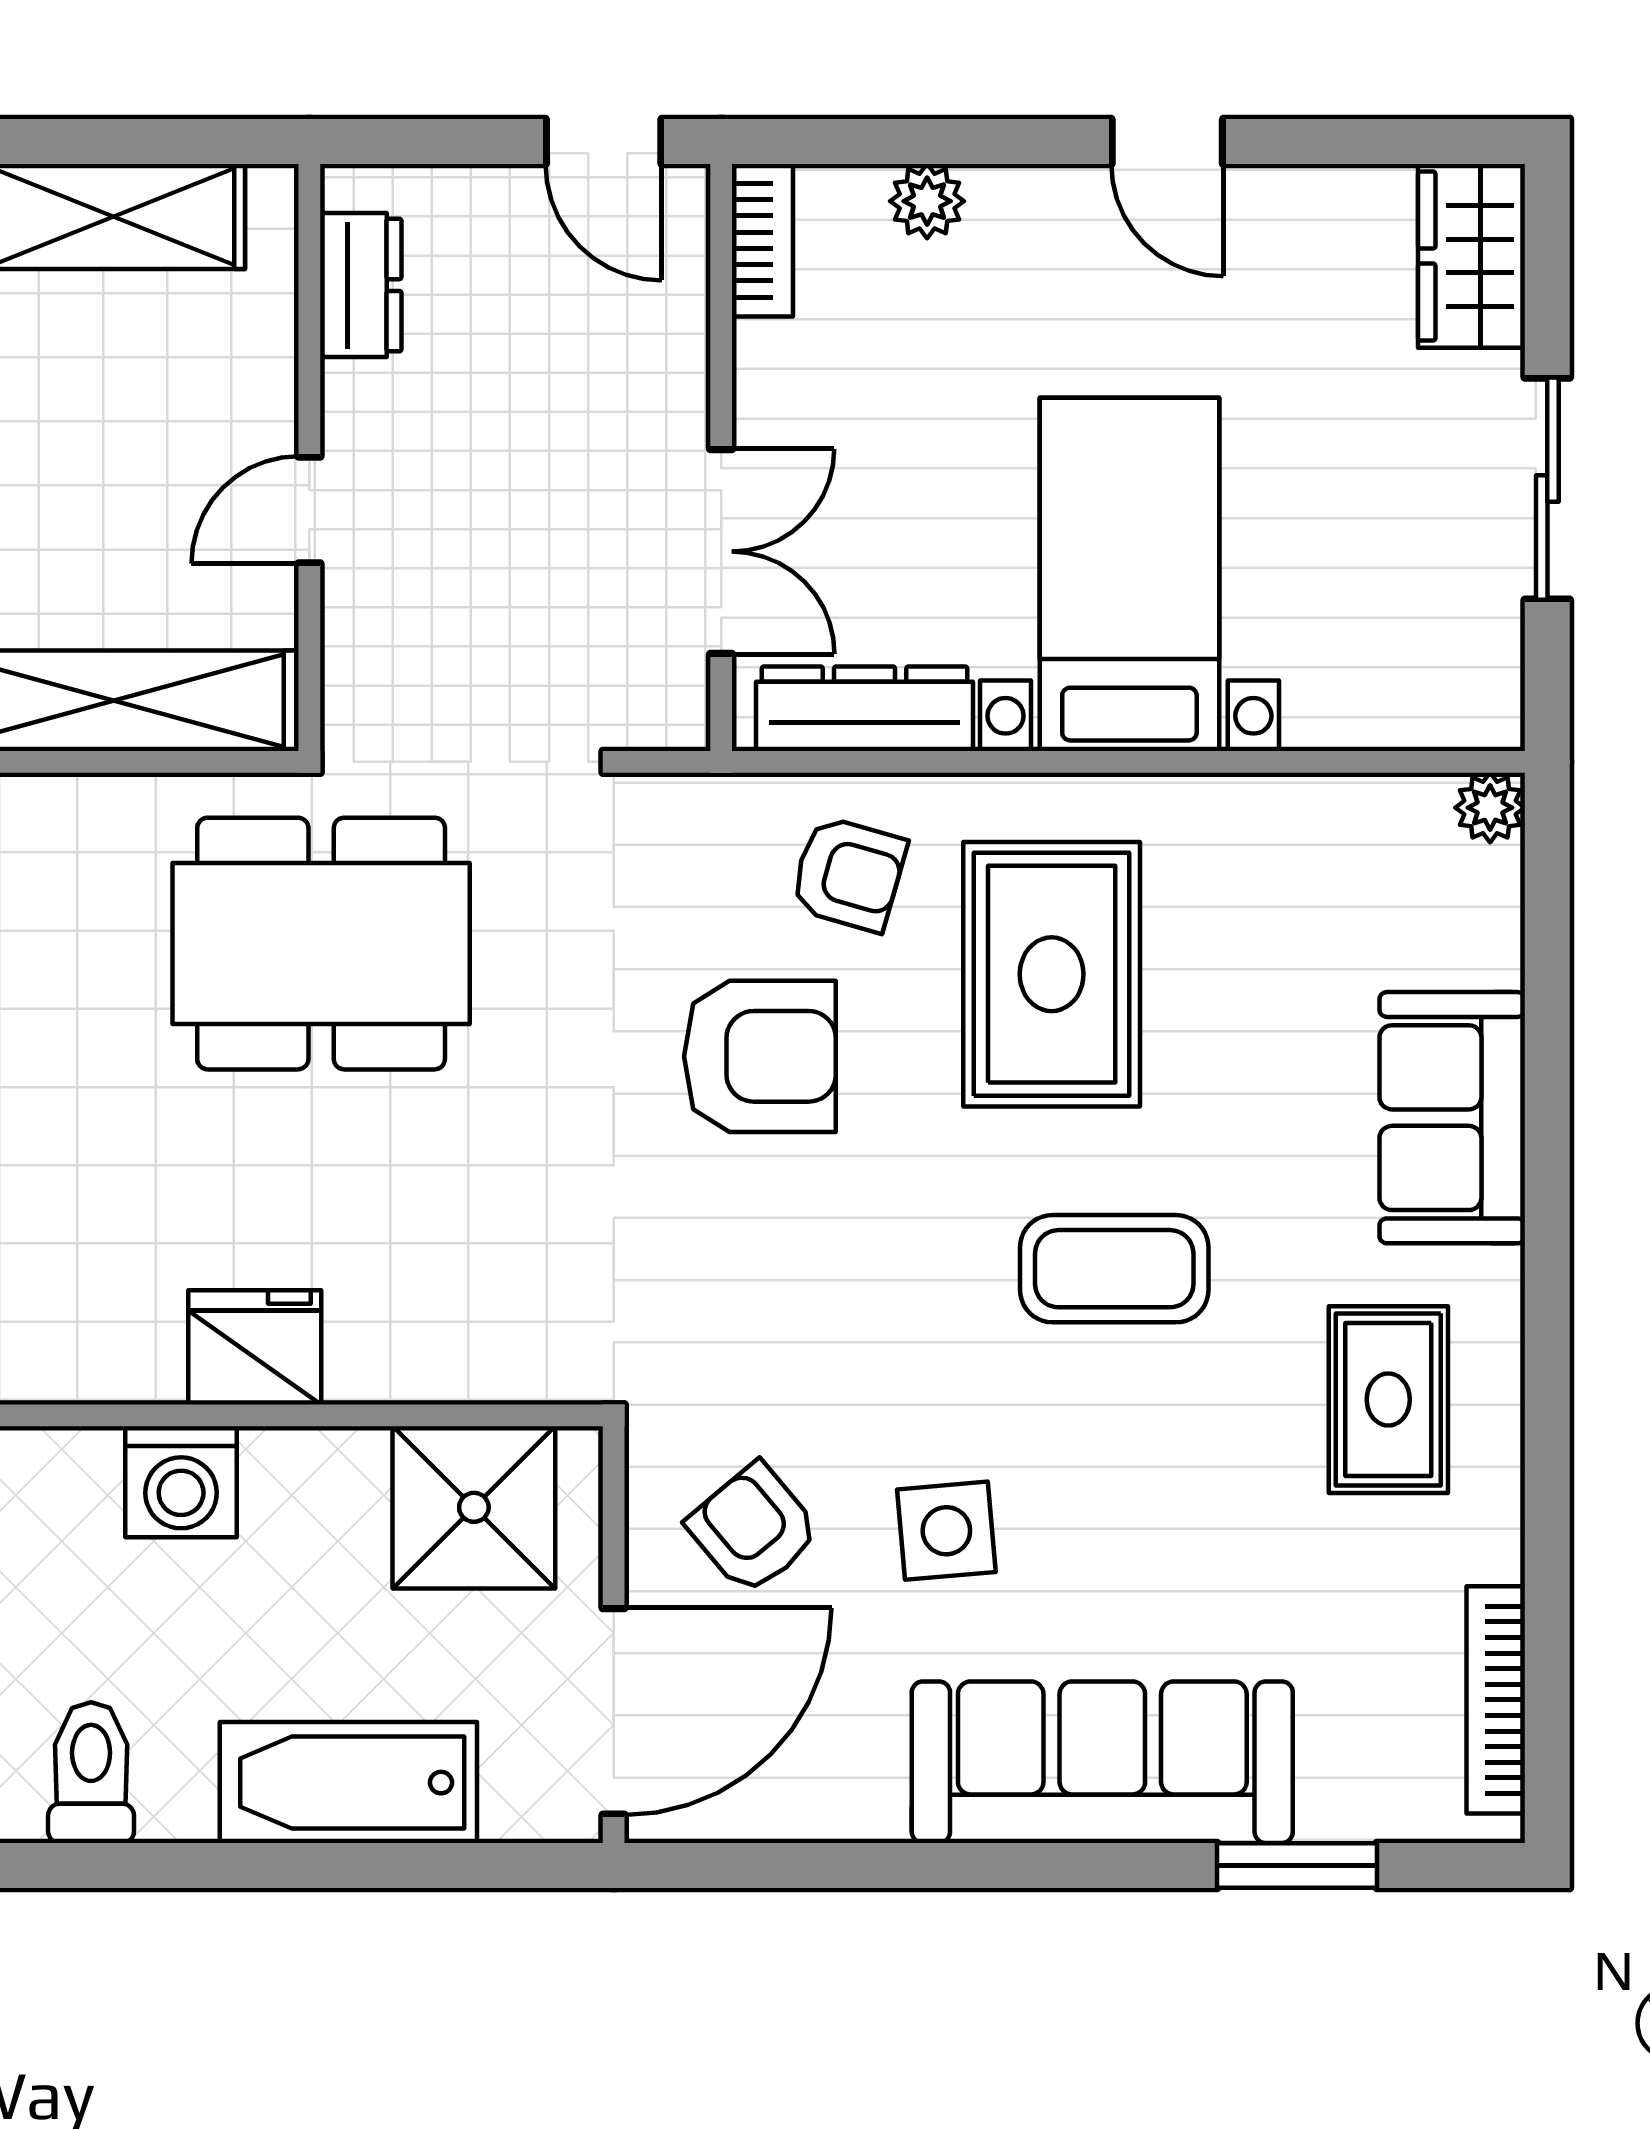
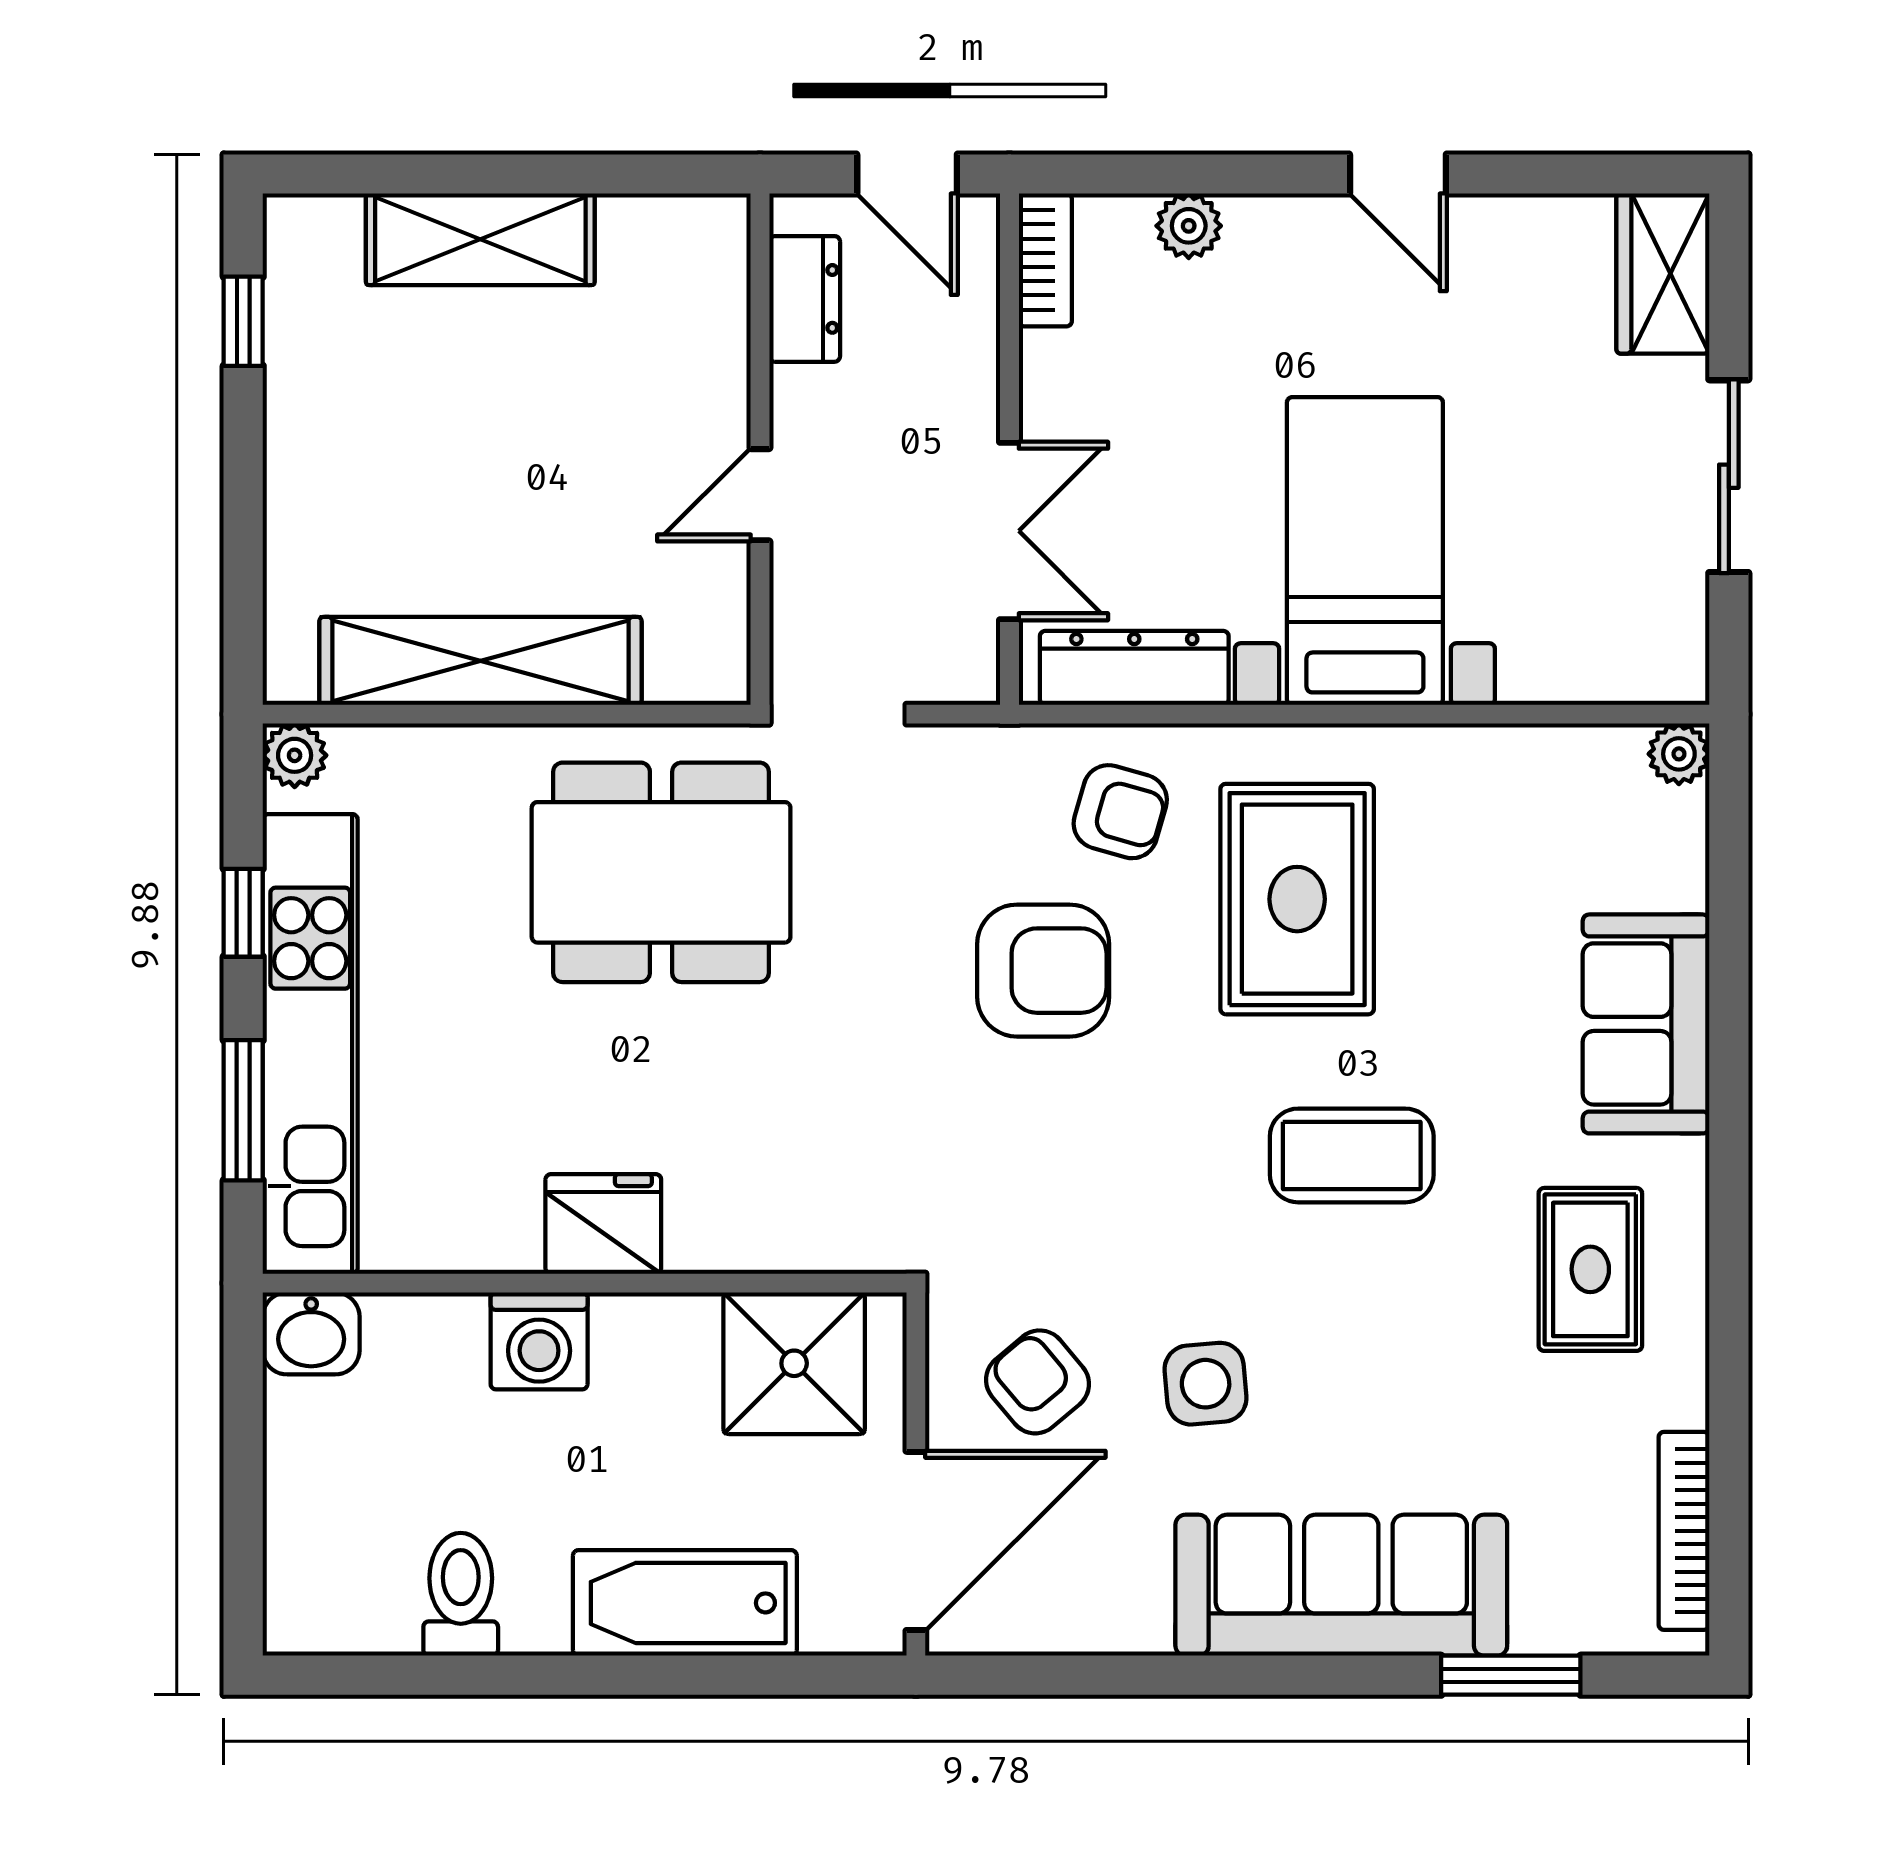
dresser: (361, 285) -> (805, 299), moved
wall: (309, 458) -> (760, 449), moved
door: (309, 510) -> (760, 495), moved

